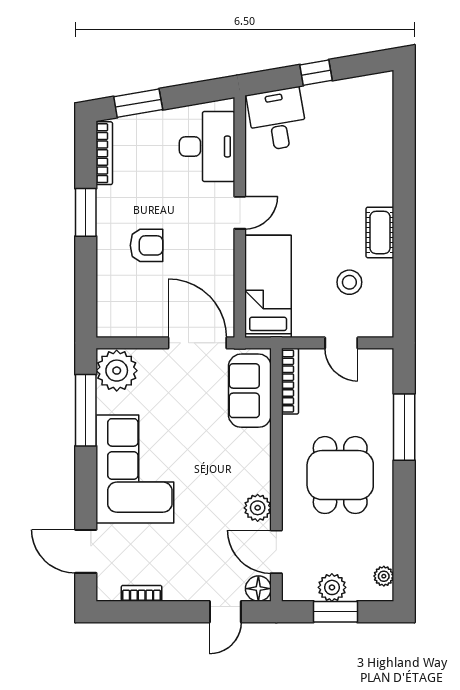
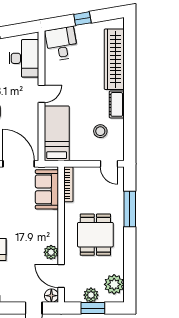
wardrobe: (375, 148) -> (114, 59), added
door: (341, 343) -> (109, 164), moved
plant: (384, 576) -> (114, 284), width x1.88, depth x1.88

